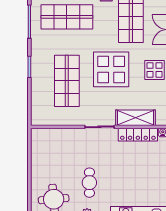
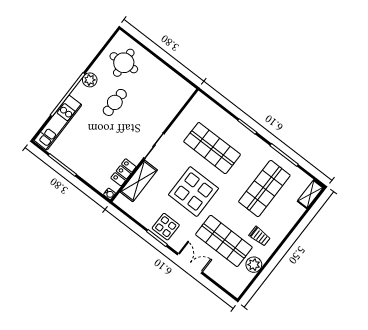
locker: (138, 135) -> (123, 172), width x0.66
cafe table: (89, 183) -> (115, 102), turned 90

